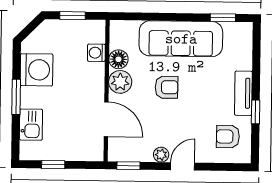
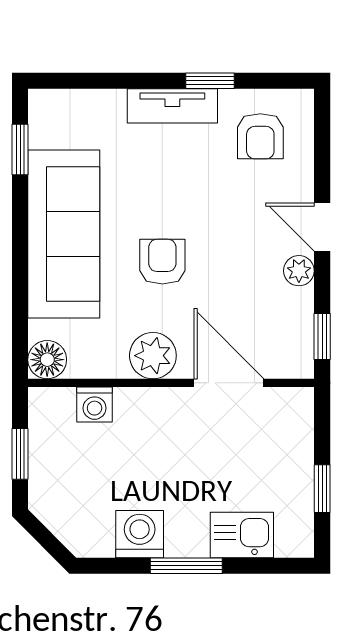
floor lamp: (118, 59) -> (47, 360), moved
washing machine: (37, 70) -> (140, 534), width x0.73, depth x0.73
door: (106, 119) -> (229, 383), hinge flipped

